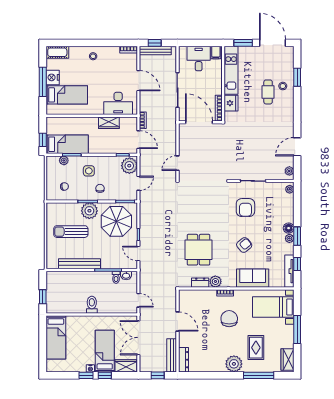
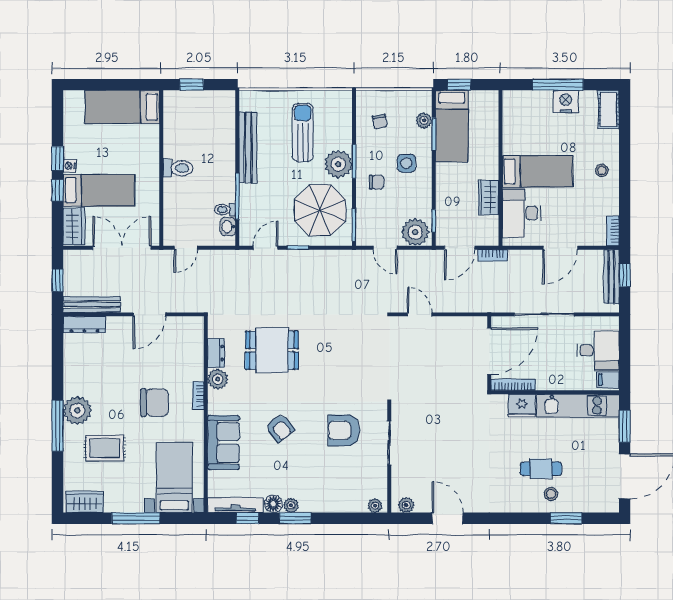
bed: (67, 95) -> (537, 171), moved, turned -90
floor lamp: (289, 228) -> (273, 504), moved
window: (259, 375) -> (58, 426), moved

